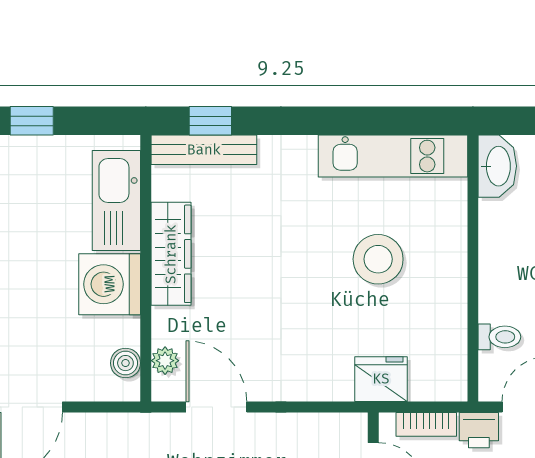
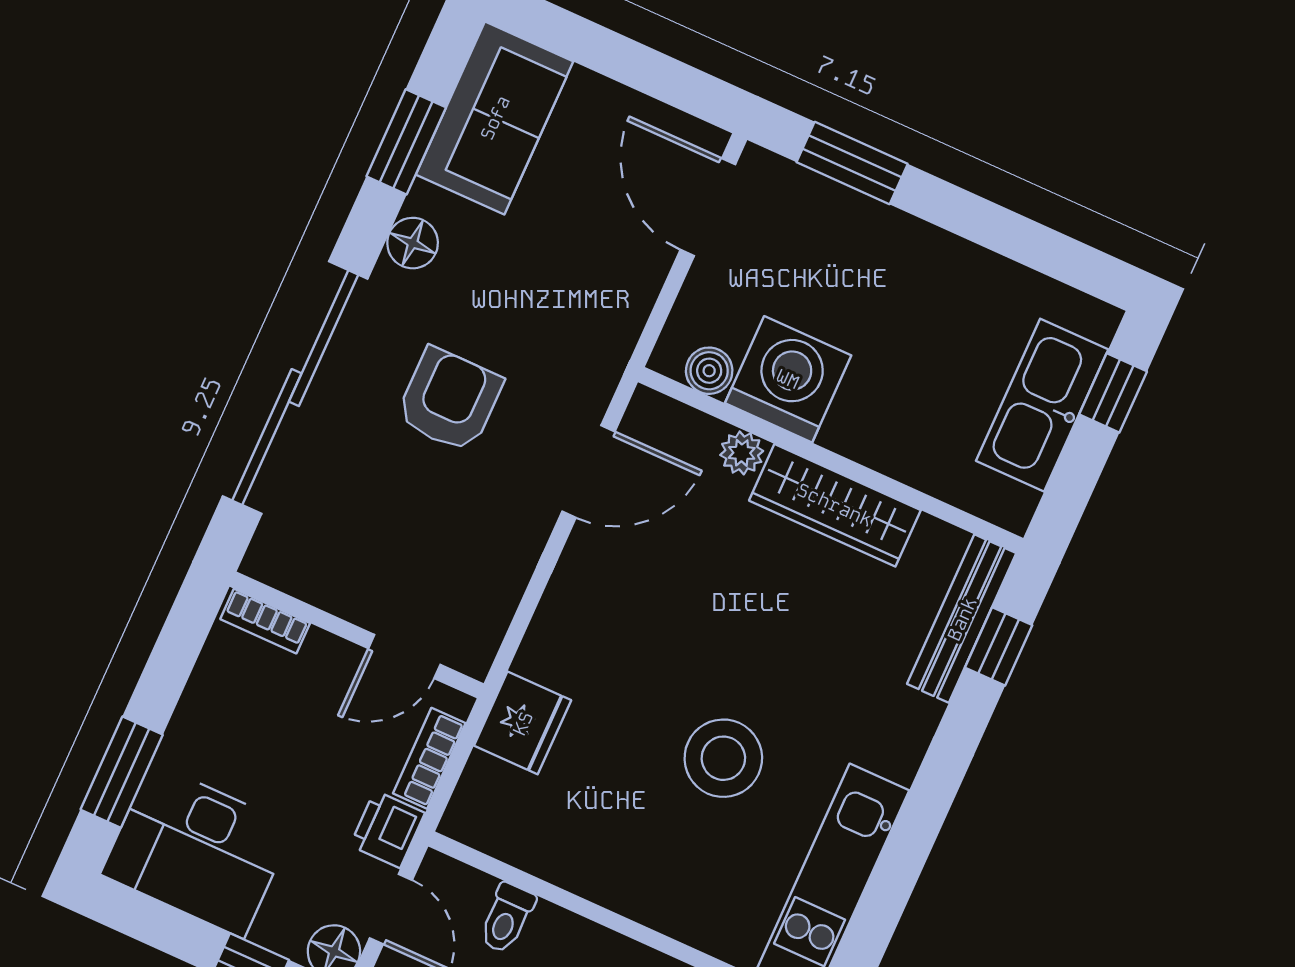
kitchen sink: (116, 201) -> (1042, 405), moved, turned -90
stool: (378, 259) -> (723, 758), moved
washing machine: (110, 284) -> (788, 379), moved
plant: (165, 361) -> (742, 453), moved

